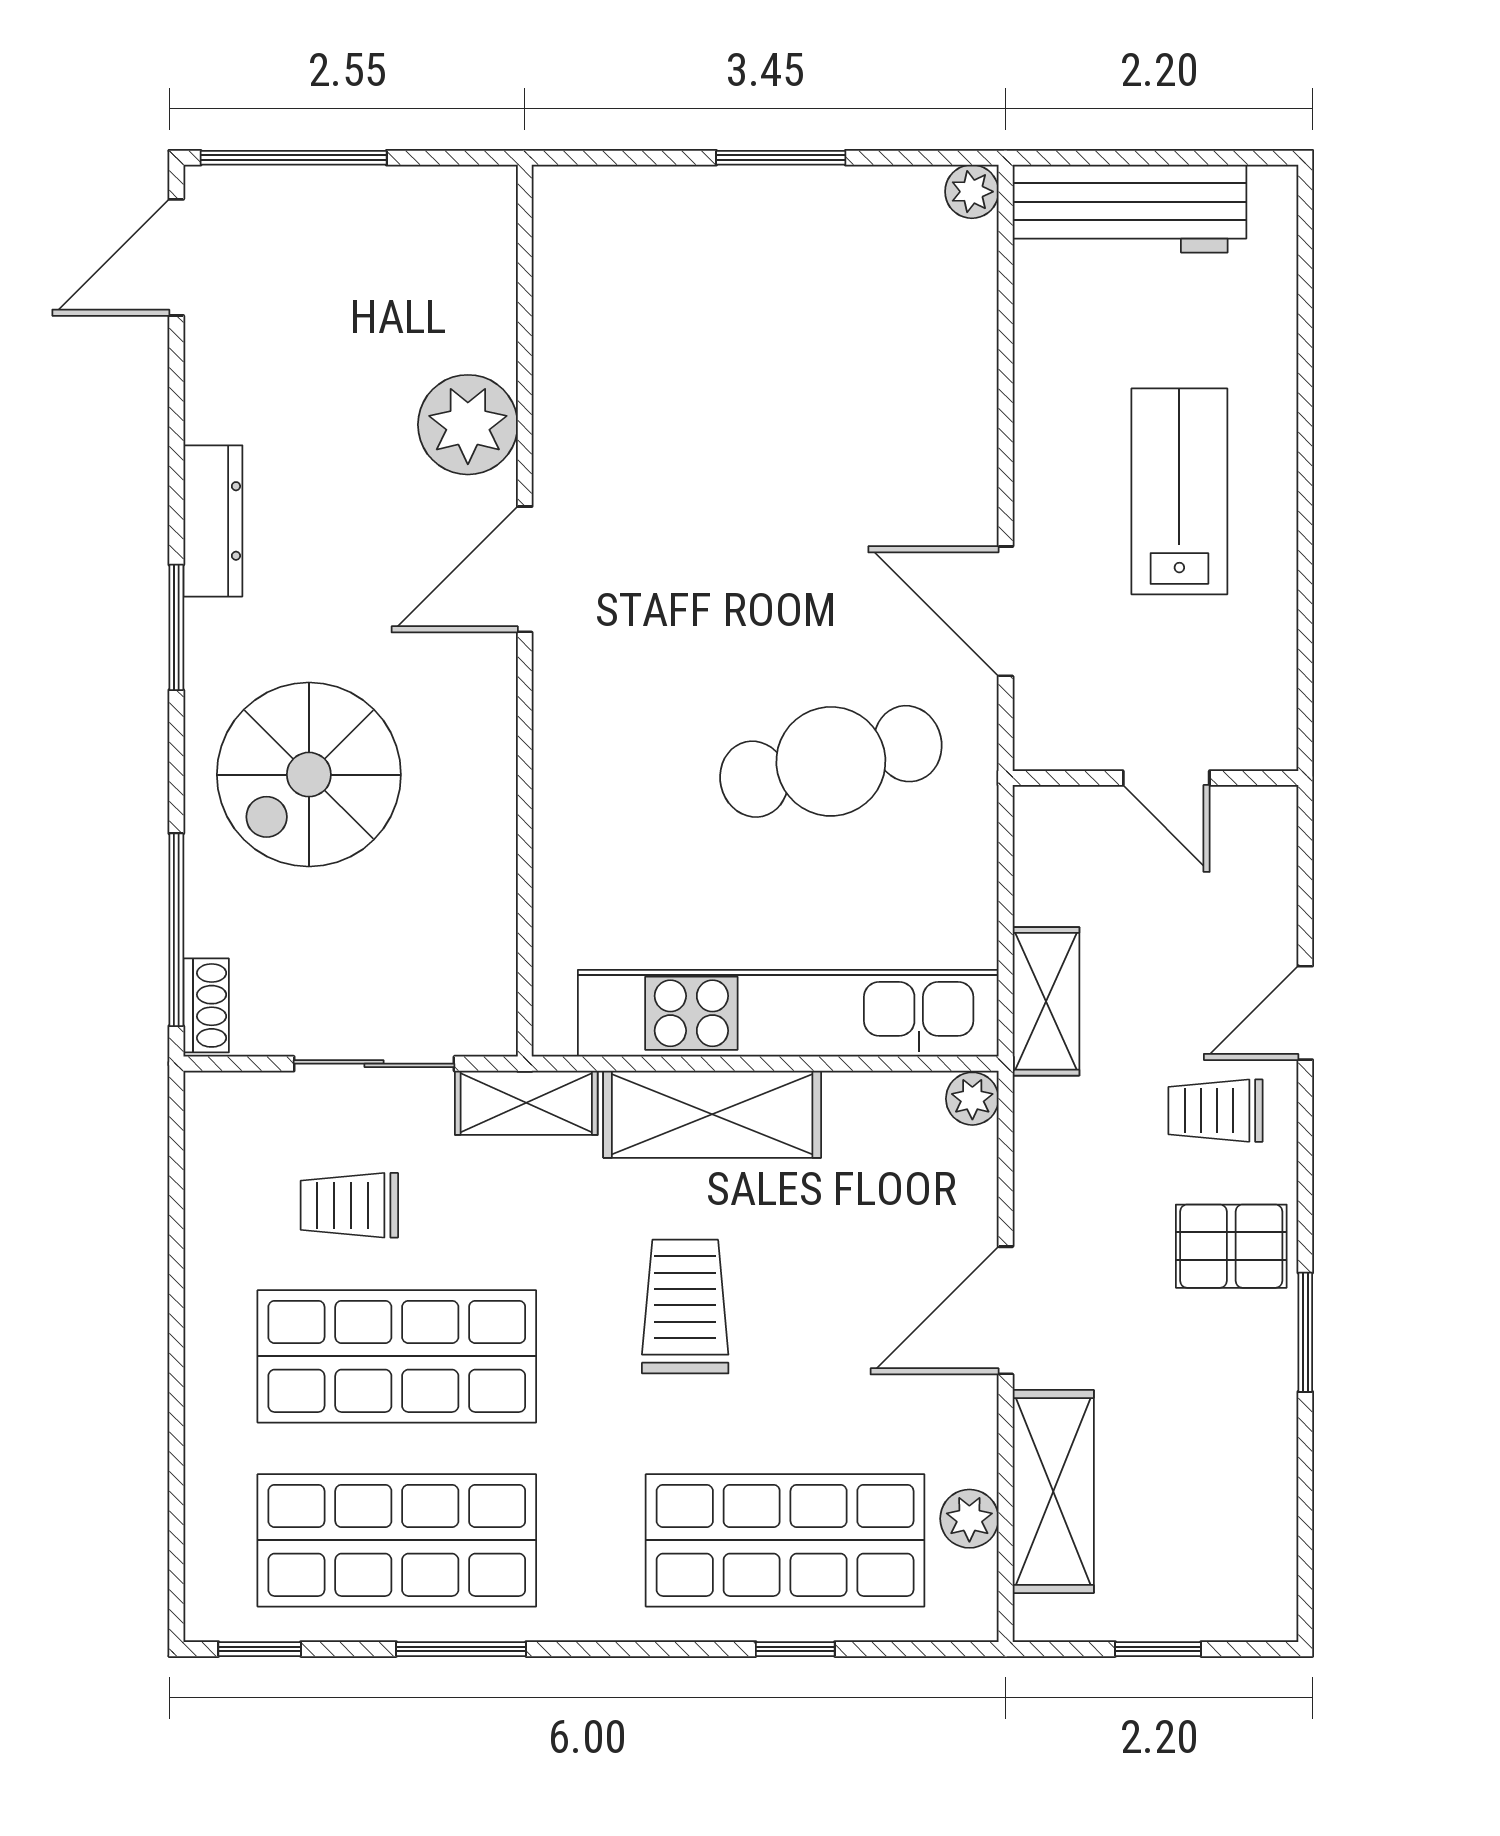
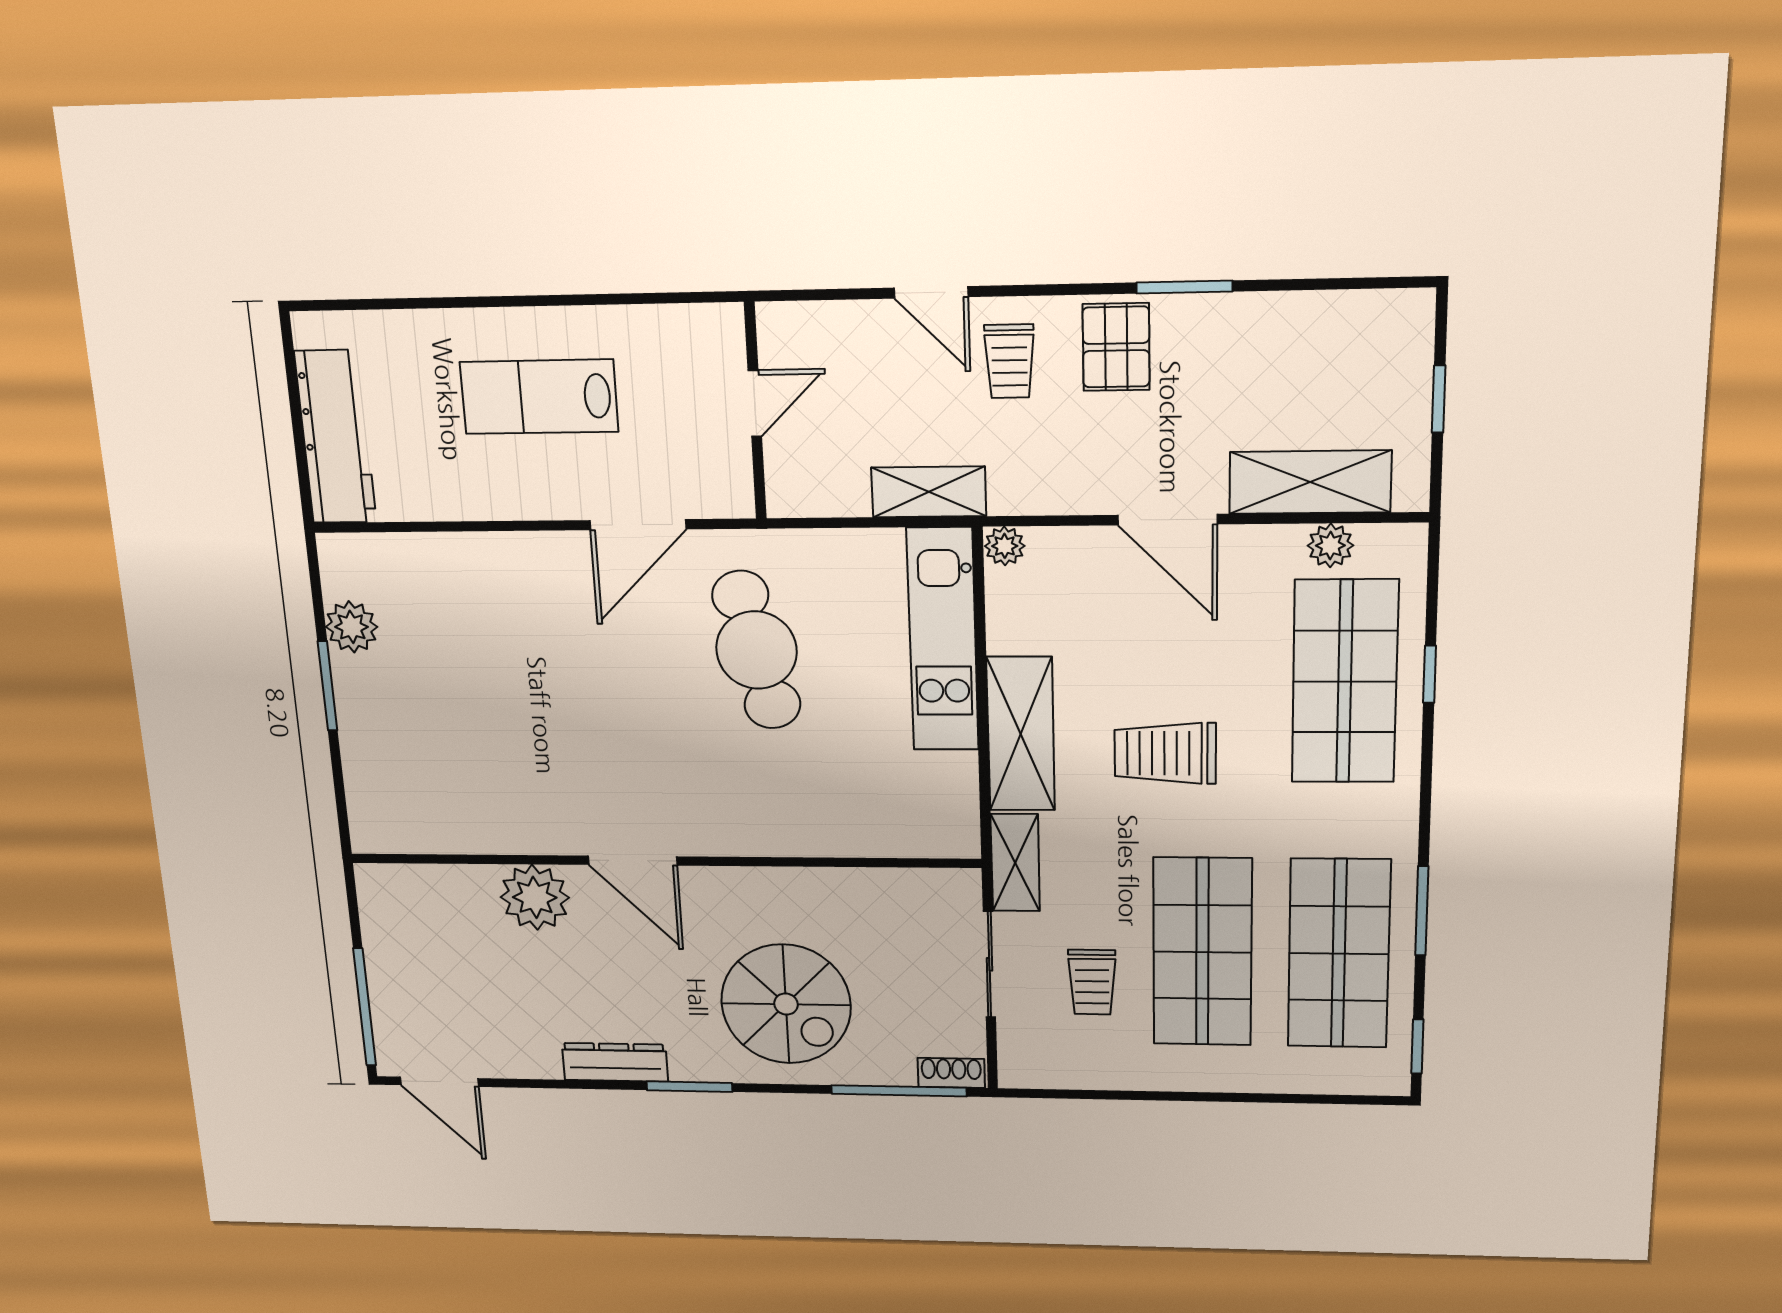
plant: (972, 192) -> (352, 627), moved, width x1.38, depth x1.38
kitchen unit: (788, 1013) -> (943, 640), width x0.73

